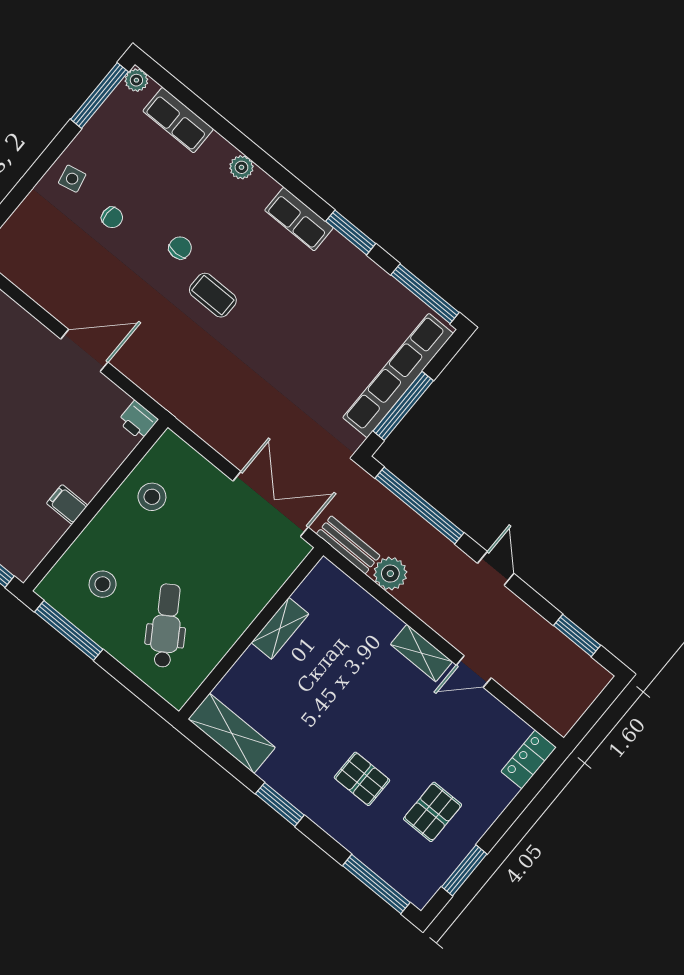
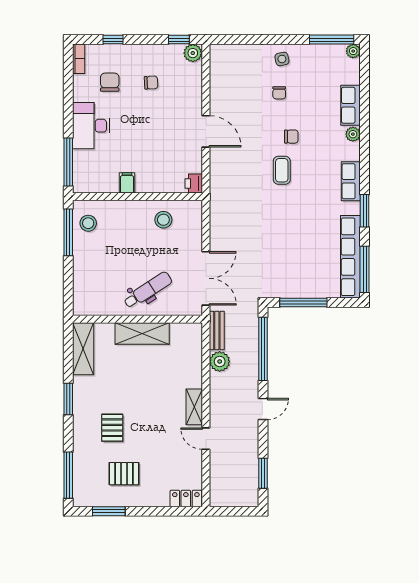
row of seats: (178, 120) -> (351, 105), moved
row of seats: (398, 376) -> (350, 257), moved, turned -90
stool: (103, 584) -> (88, 223), moved
dental chair: (166, 626) -> (148, 290), moved
shelving: (280, 628) -> (142, 334), width x1.50, depth x1.33

